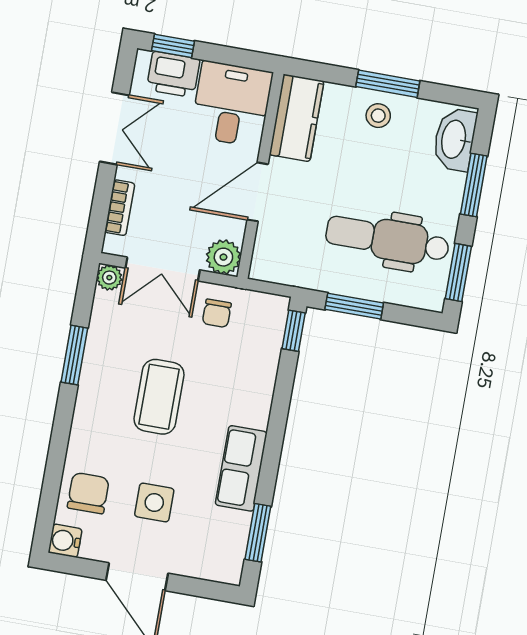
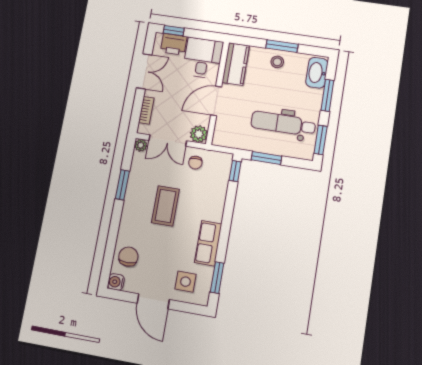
side table: (154, 503) -> (185, 282), moved

